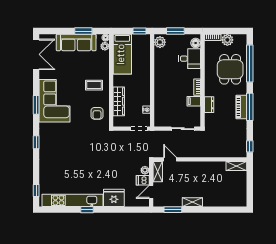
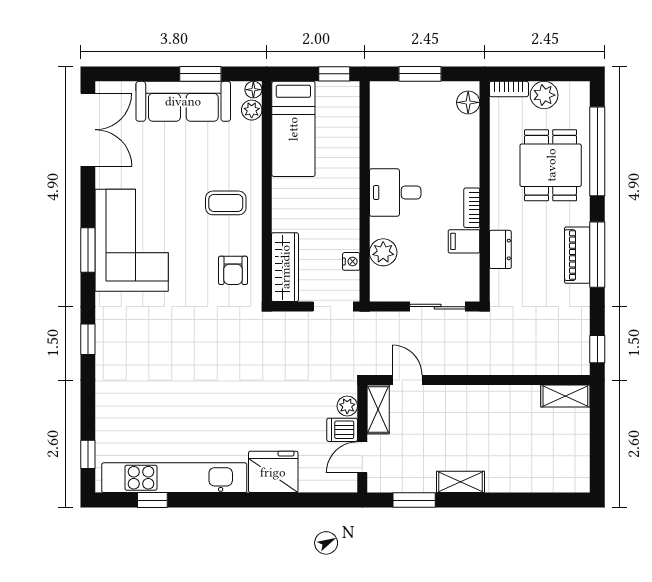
plant: (160, 42) -> (383, 252), moved
desk: (190, 59) -> (395, 193), moved, turned 180
wardrobe: (119, 101) -> (285, 267), moved
window: (87, 210) -> (152, 500), moved

